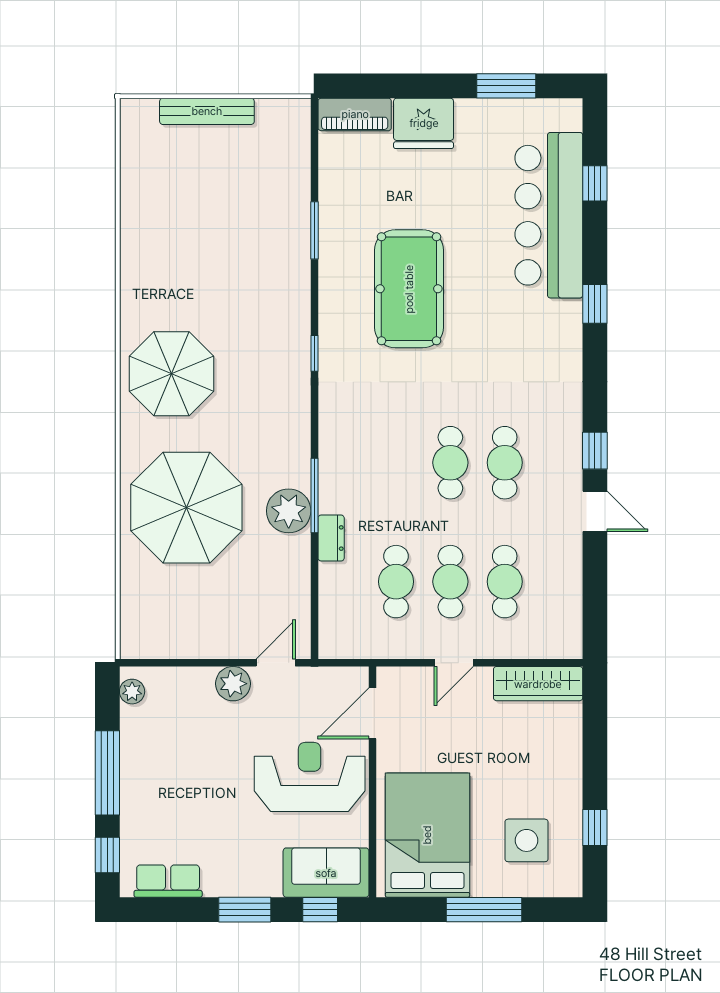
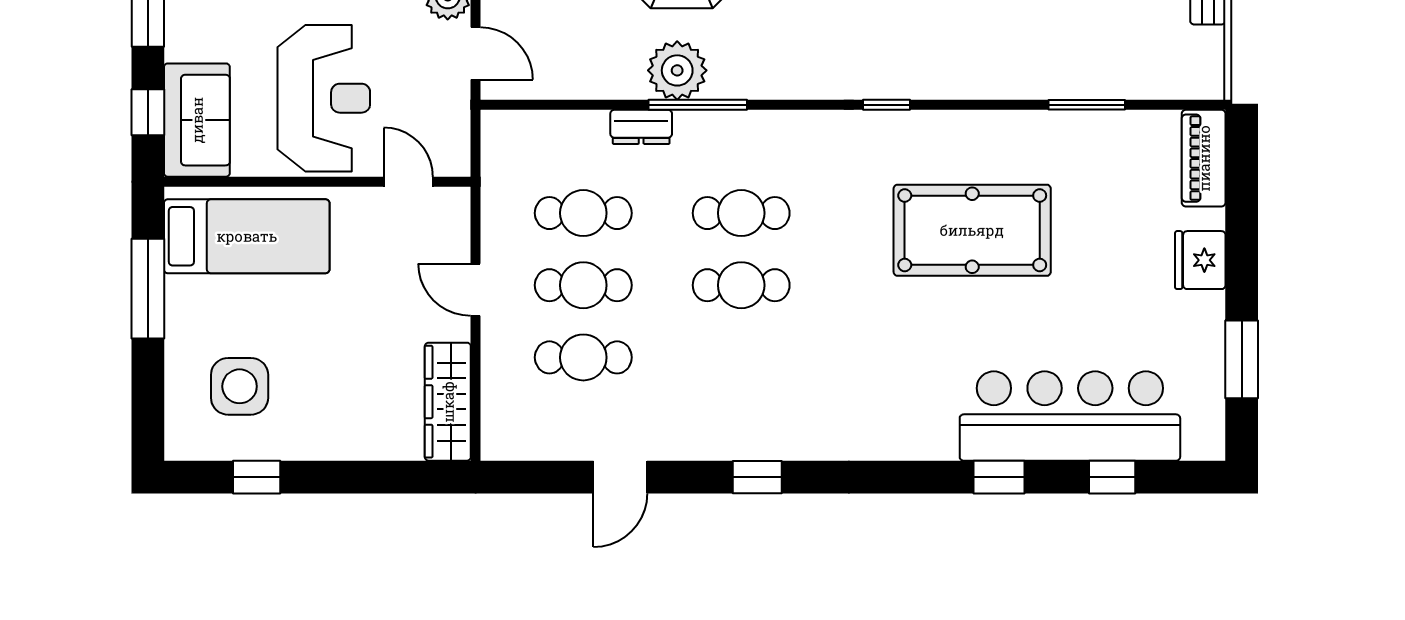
fridge: (424, 123) -> (1200, 260), width x0.73, depth x0.75
window: (314, 230) -> (1087, 105), moved
window: (595, 304) -> (999, 477), moved
cafe table: (505, 463) -> (741, 213), moved
door: (595, 511) -> (620, 477), moved
door: (372, 713) -> (408, 182), width x0.73
bed: (427, 835) -> (247, 236), width x0.67
window: (484, 910) -> (148, 289), moved

